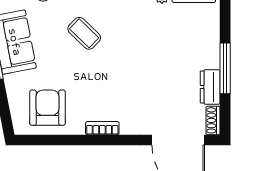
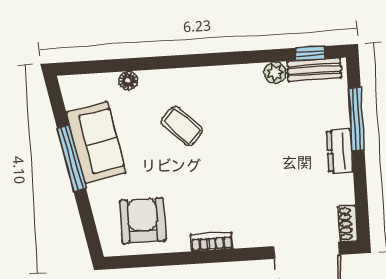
window: (225, 68) -> (356, 119), moved
dresser: (210, 87) -> (340, 151), moved

